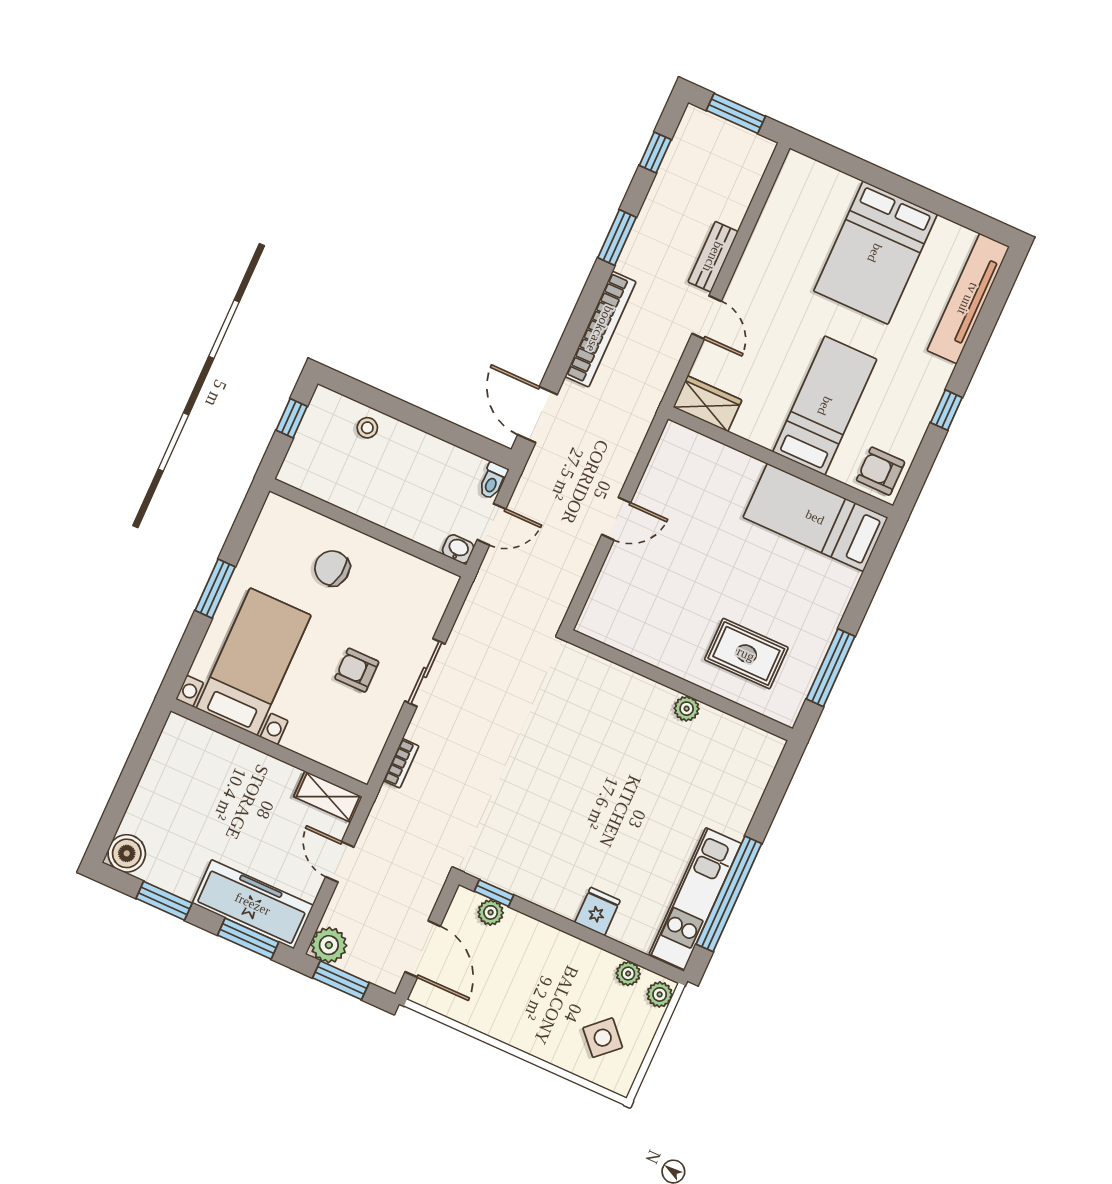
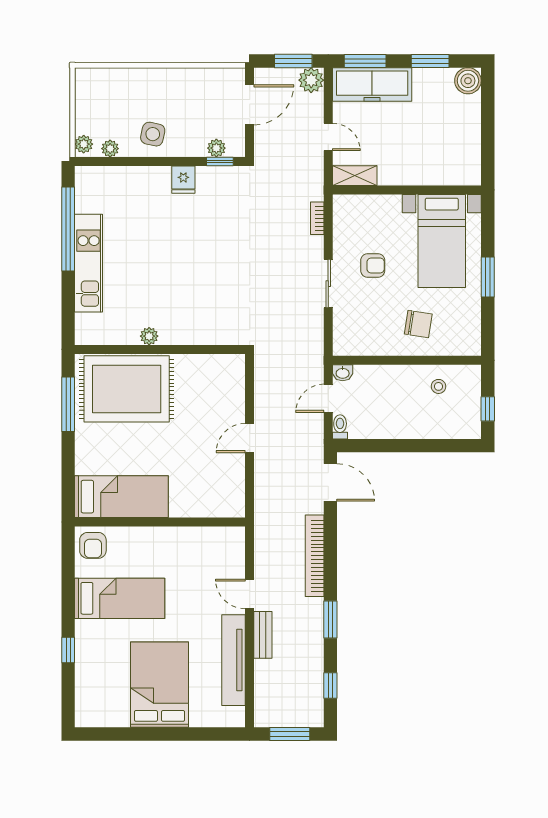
tv unit: (968, 299) -> (234, 660), moved, turned 180
wardrobe: (707, 404) -> (224, 539), removed
bed: (825, 406) -> (120, 598), moved, turned -90
window: (946, 410) -> (68, 650), moved
stool: (367, 428) -> (439, 386), moved
armchair: (881, 471) -> (93, 545), turned 90
rug: (746, 654) -> (127, 389), width x1.86, depth x2.06
kitchen unit: (695, 899) -> (89, 263), moved
fridge: (598, 911) -> (183, 180), moved
door: (423, 949) -> (250, 105), swing flipped
side table: (603, 1038) -> (153, 134), moved, turned -35

